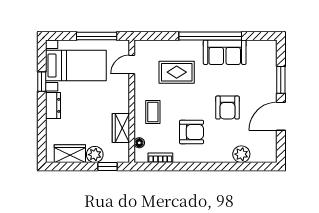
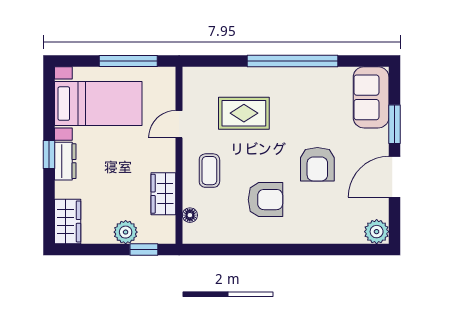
sofa: (225, 52) -> (371, 97), moved, turned 90
door: (132, 65) -> (179, 124), moved
window: (42, 82) -> (49, 154), moved
wardrobe: (70, 154) -> (68, 221), moved, turned 90
plant: (241, 154) -> (377, 232), moved
bookcase: (160, 158) -> (220, 237), removed

